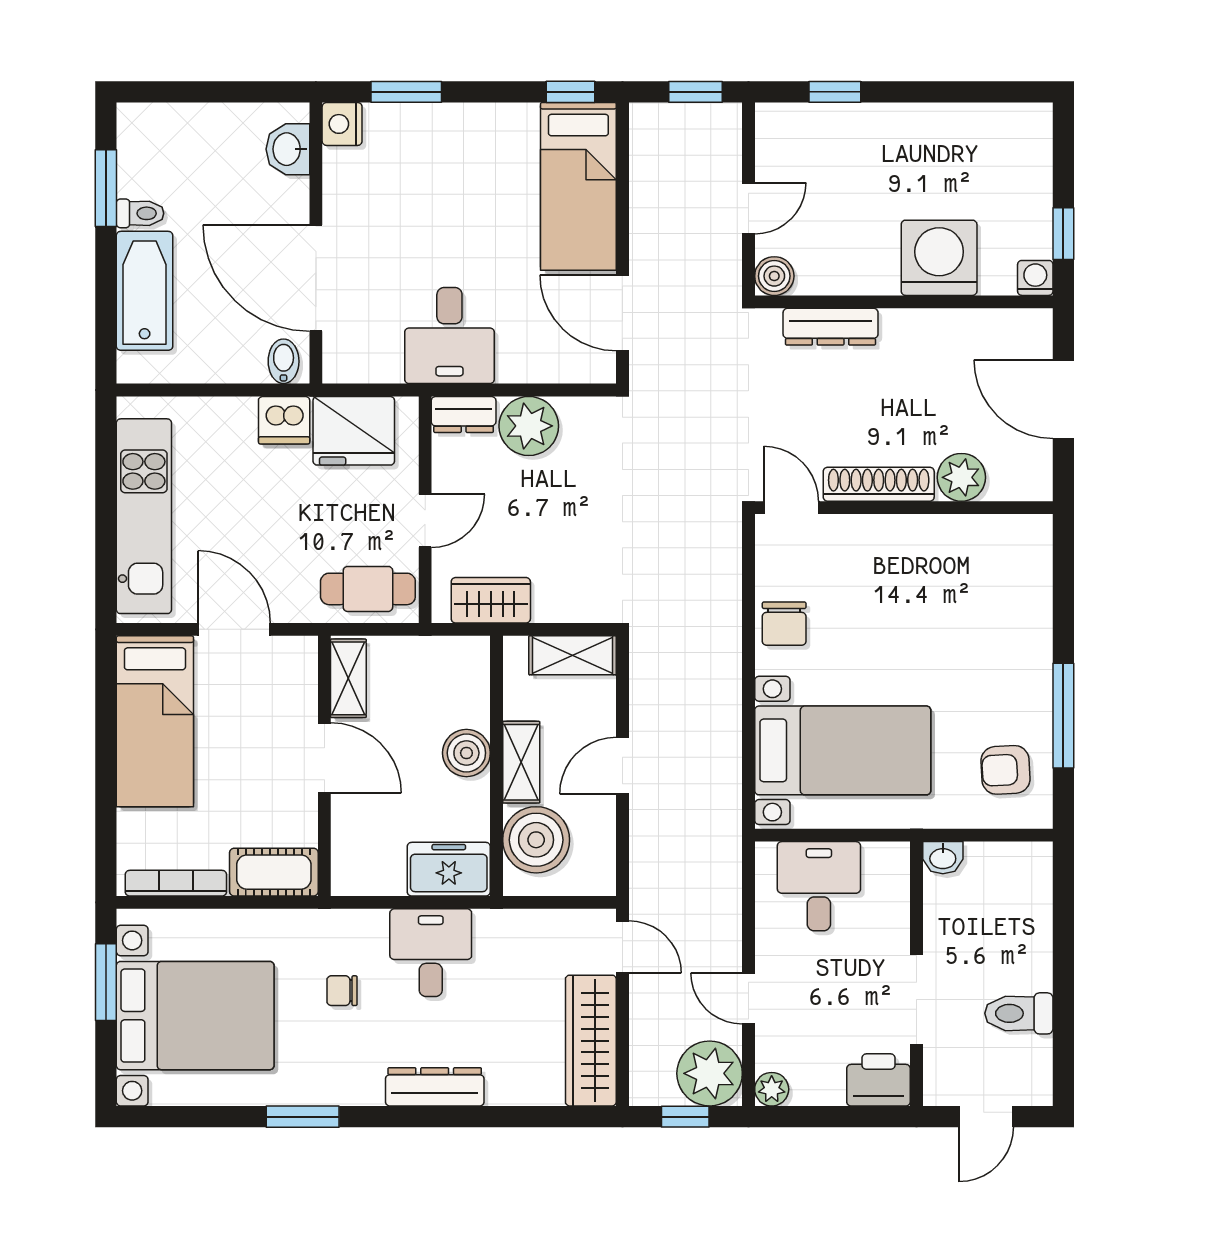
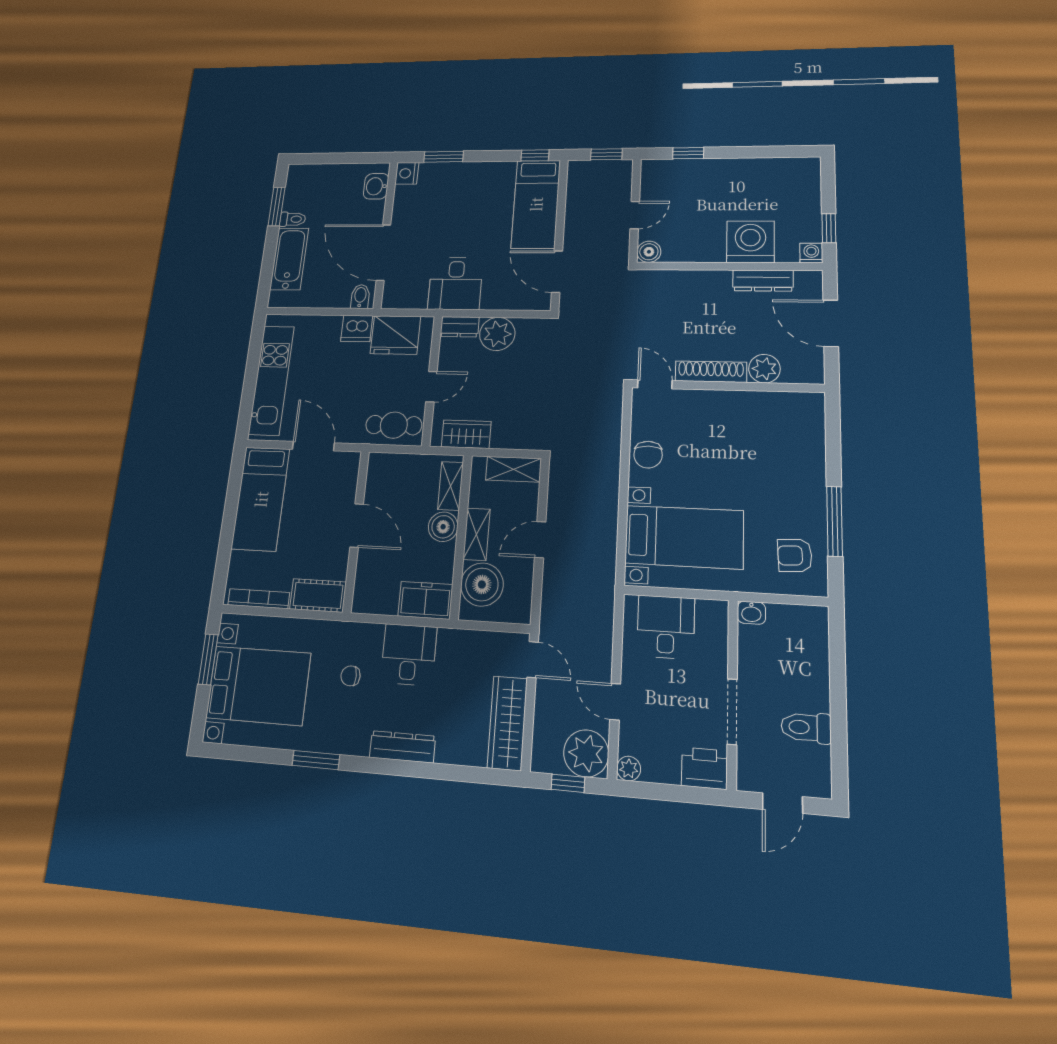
dresser: (831, 327) -> (763, 281), moved
shelving: (348, 678) -> (451, 486), moved

